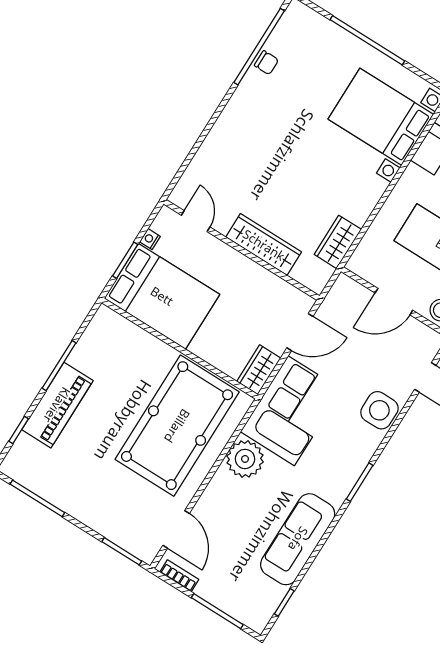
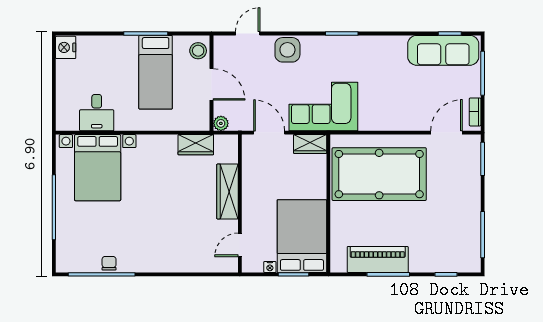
piano: (57, 405) -> (378, 259), moved
plant: (245, 459) -> (221, 123), moved, width x0.53, depth x0.53
sofa: (298, 539) -> (443, 50), moved

